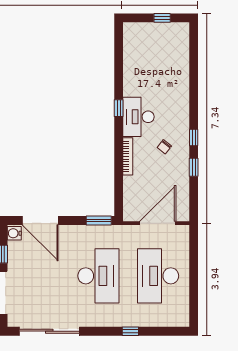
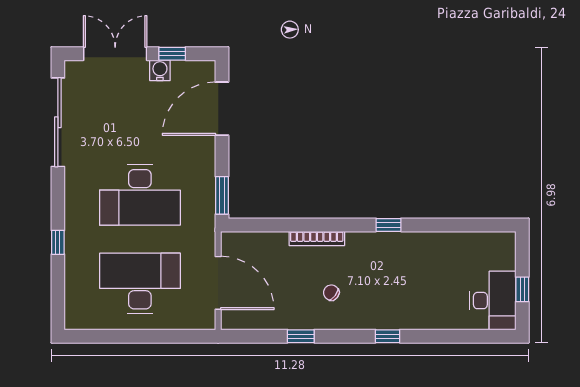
desk: (138, 117) -> (493, 301), moved, turned 90
window: (194, 138) -> (388, 336), moved
water cooler: (14, 233) -> (160, 70), moved

